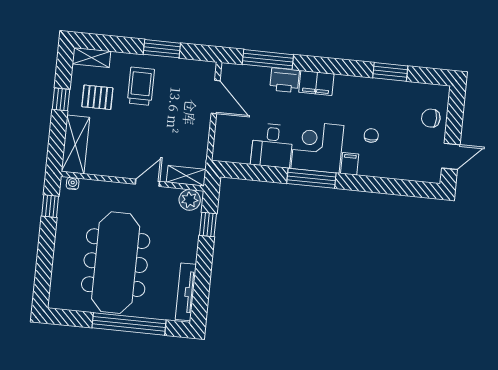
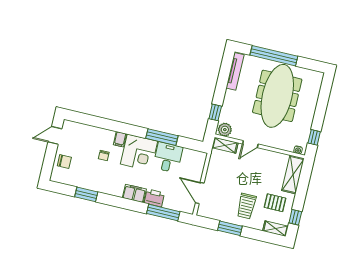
window: (61, 99) -> (295, 217), moved
window: (311, 178) -> (162, 137), moved

